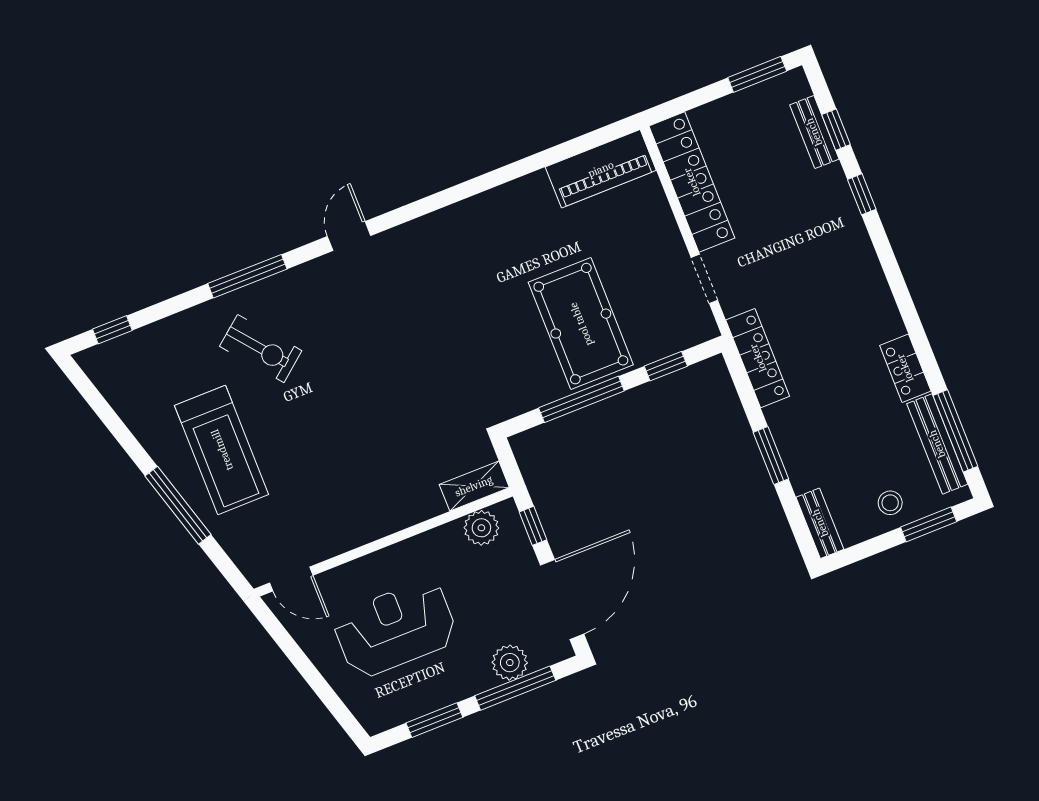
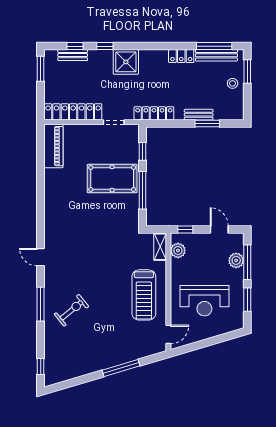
shower: (845, 253) -> (126, 62), added
treadmill: (222, 450) -> (144, 295), moved, turned 90
window: (771, 456) -> (207, 124), moved
bench: (820, 523) -> (199, 115), moved
door: (562, 599) -> (219, 230), width x0.53
reception desk: (395, 628) -> (204, 301), turned -90

